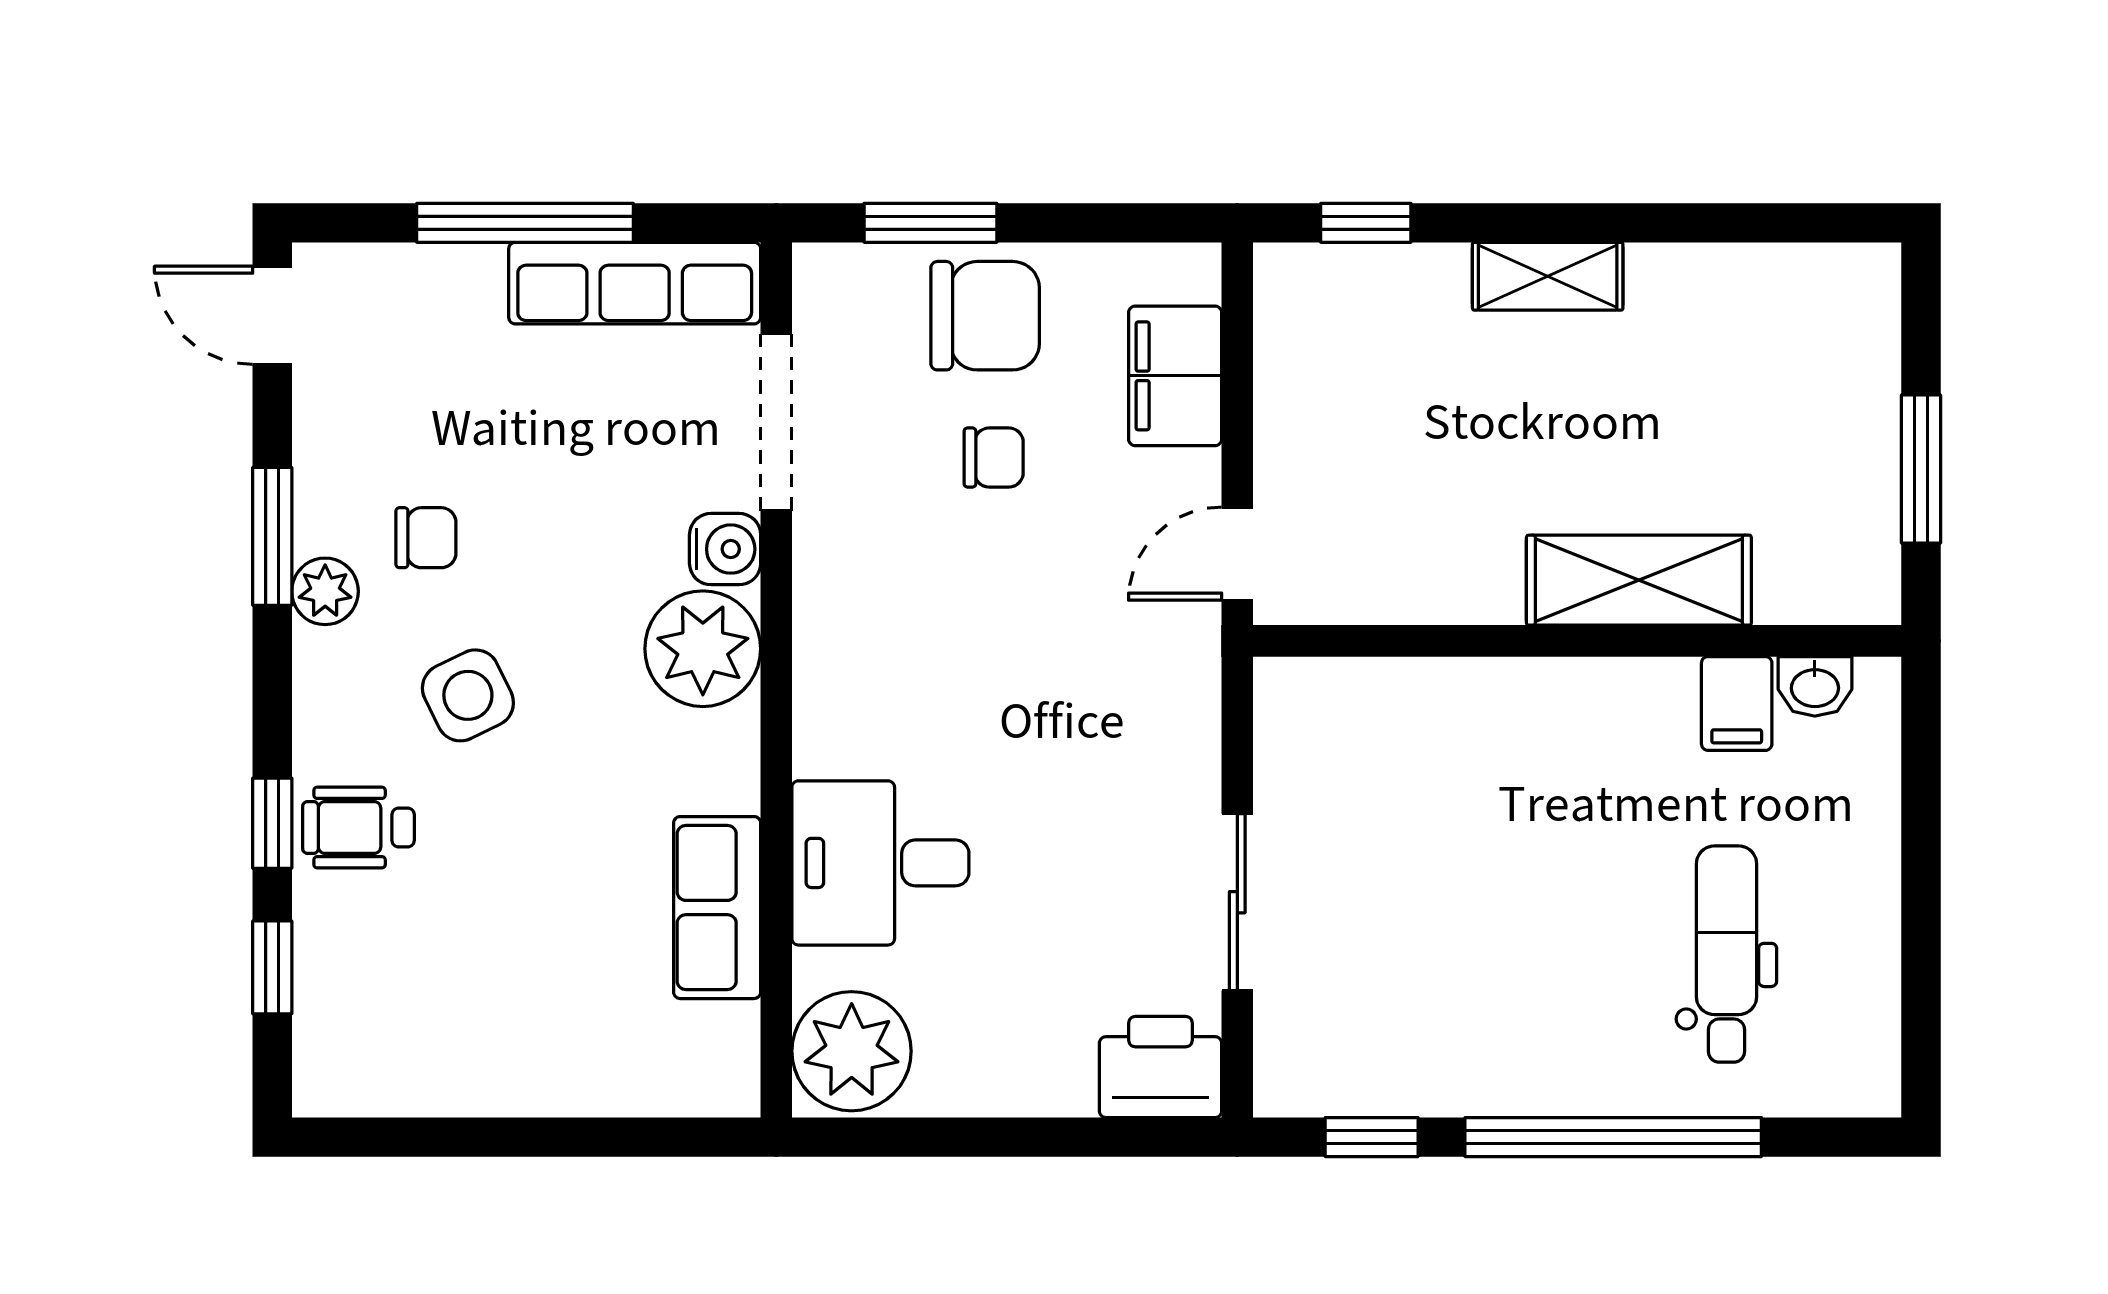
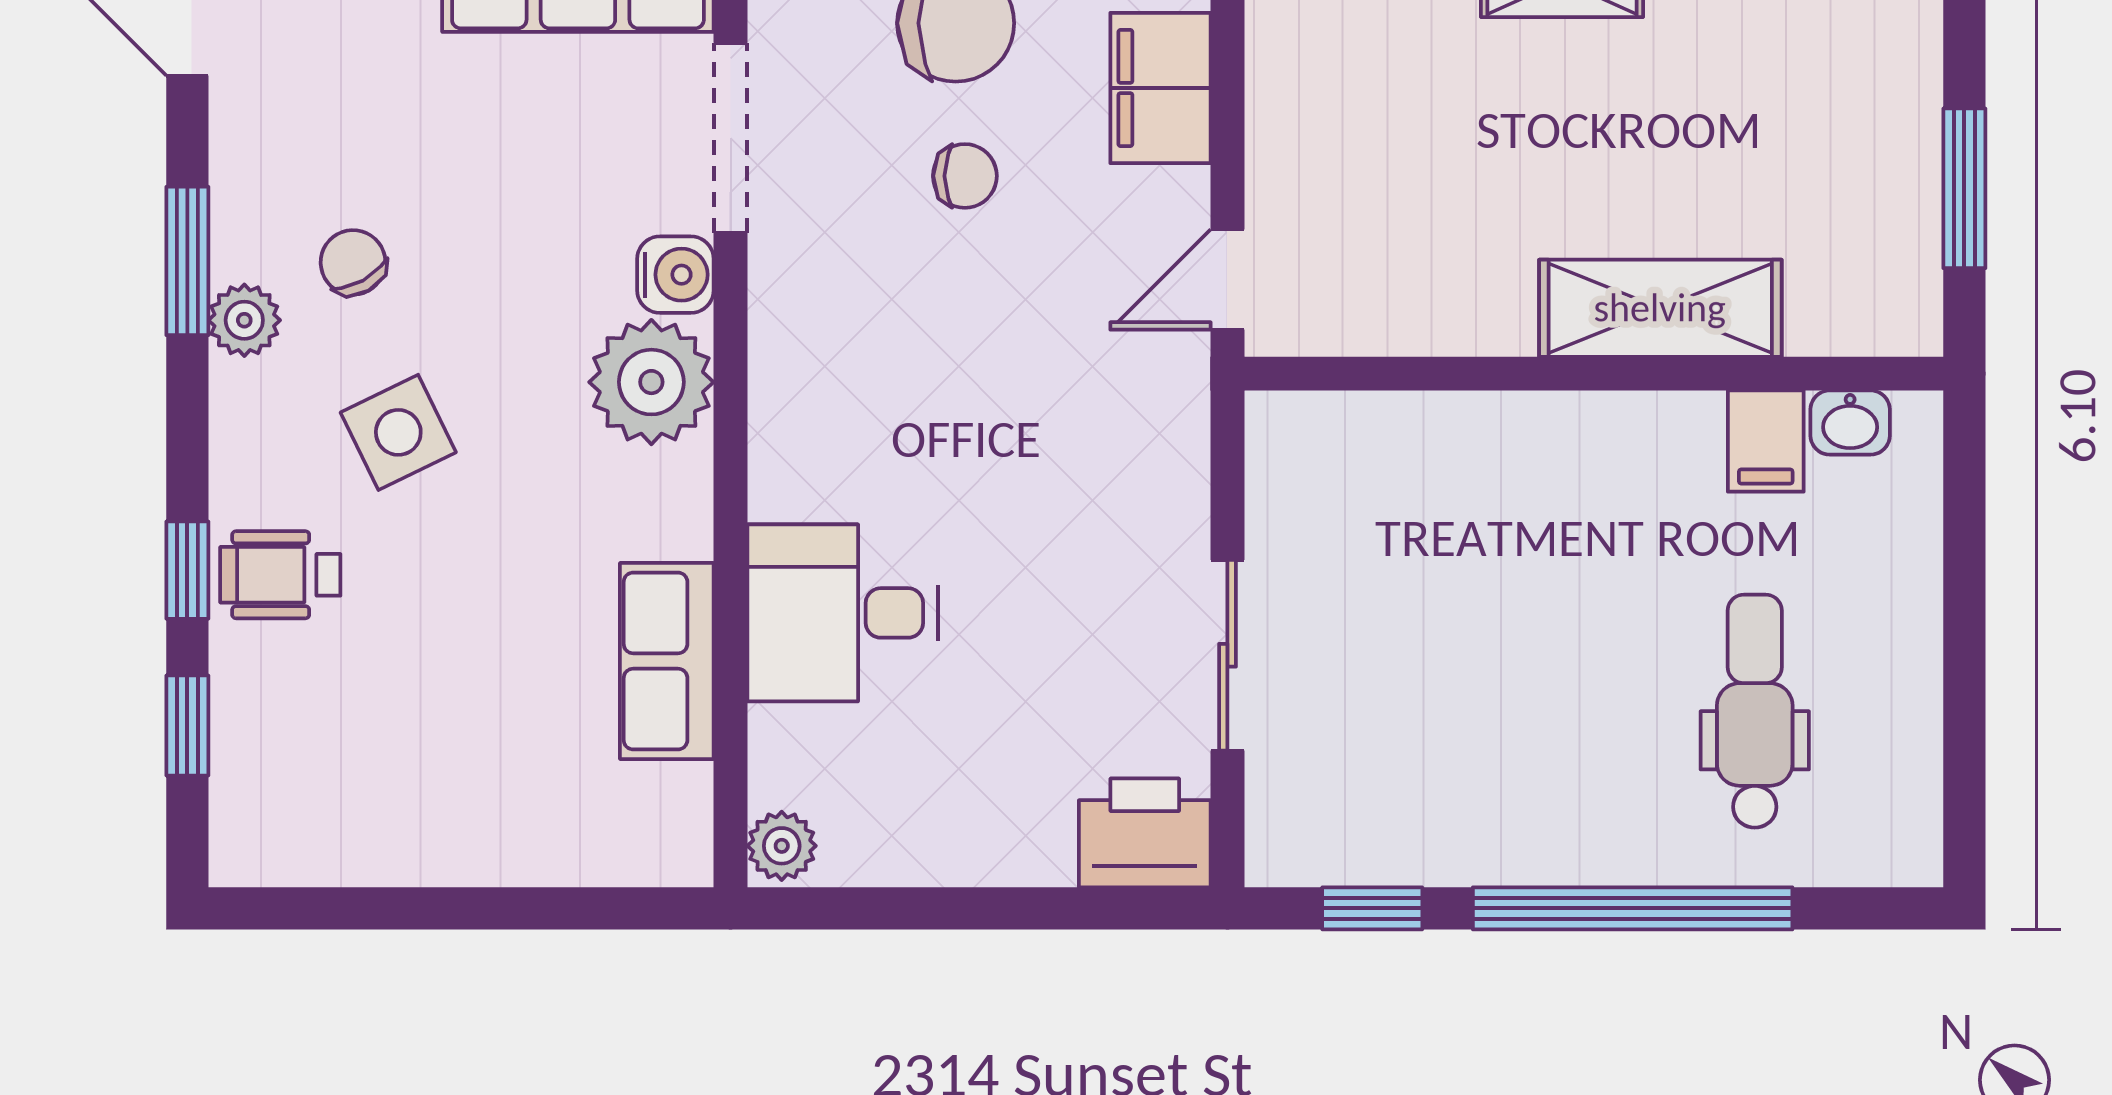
chair: (426, 538) -> (353, 262), turned -119
plant: (852, 1051) -> (782, 846), width x0.53, depth x0.53

